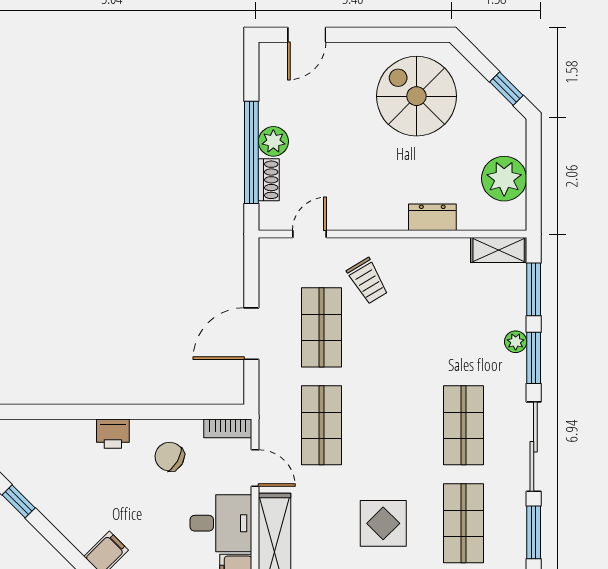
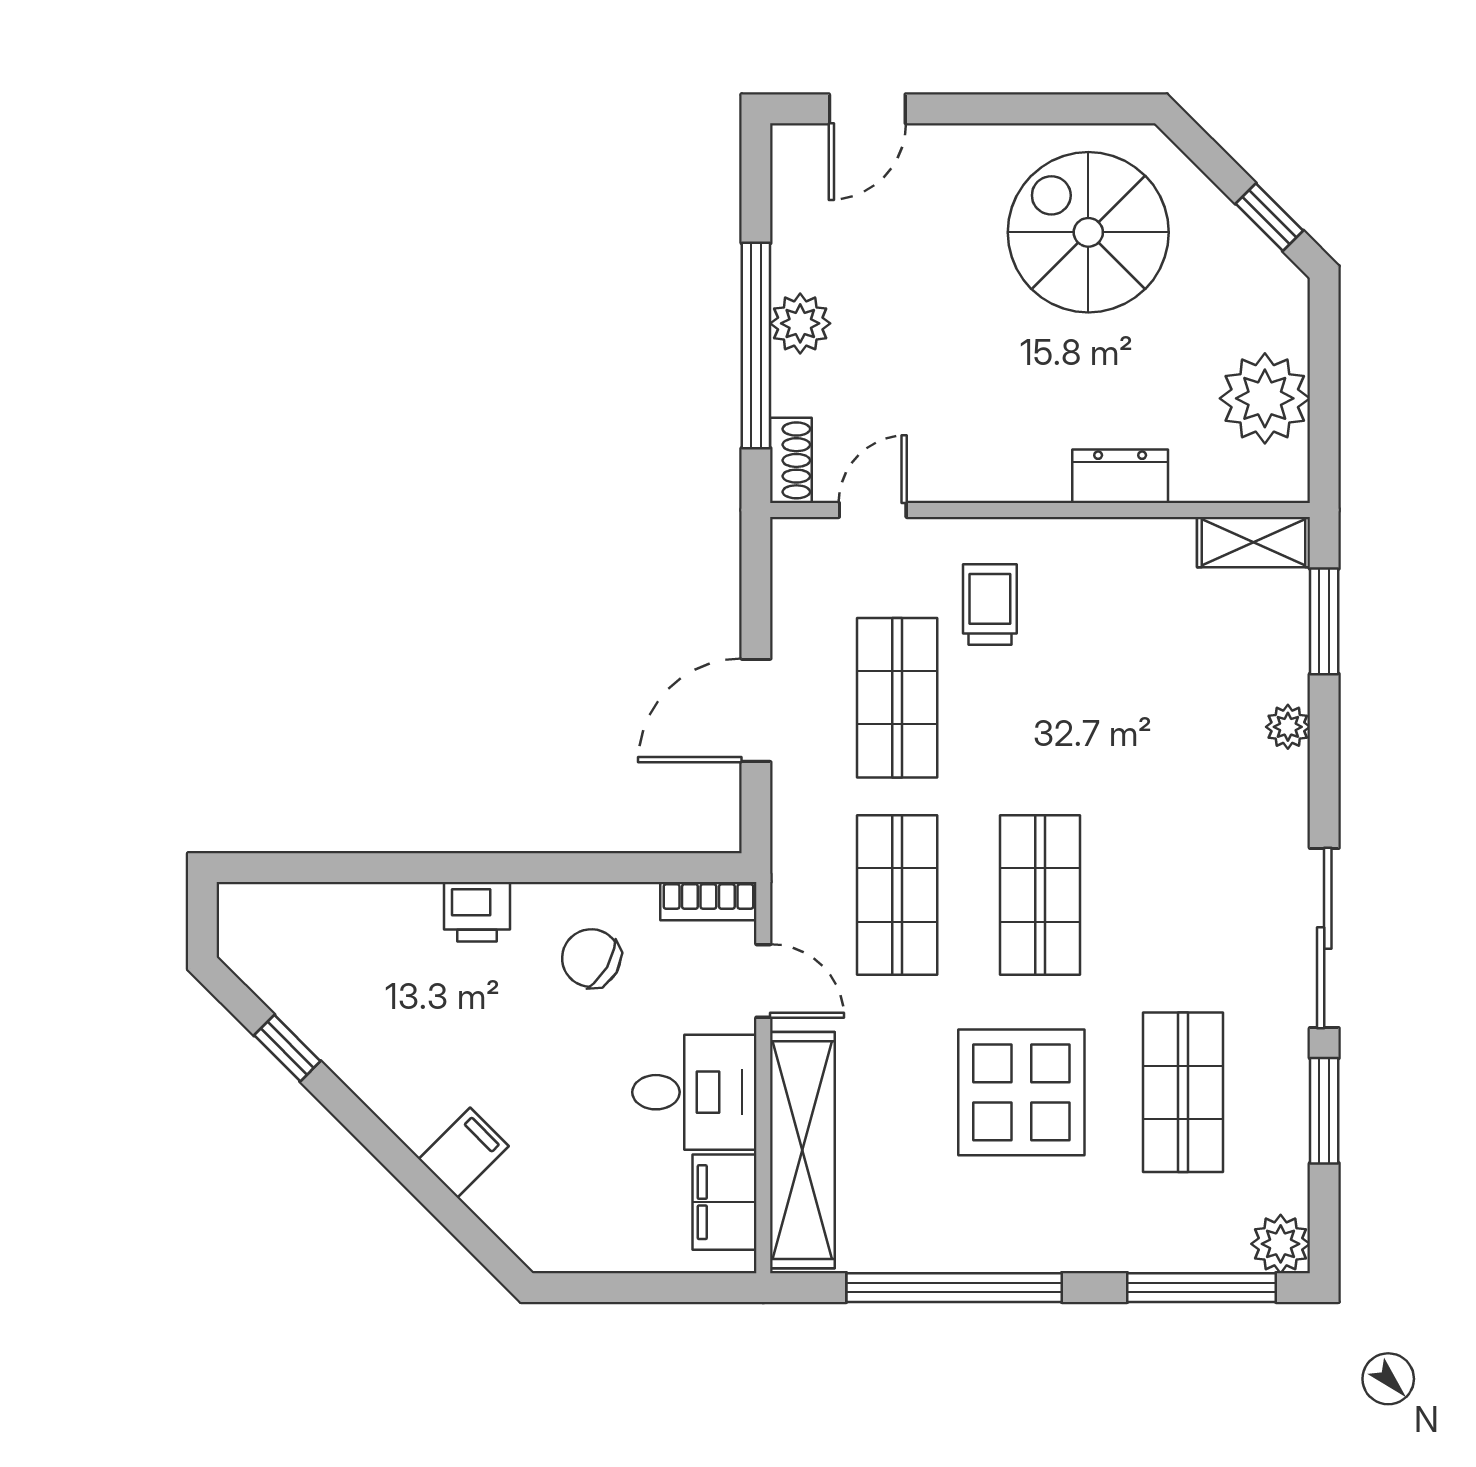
shoe rack: (269, 180) -> (791, 460), moved
trolley: (368, 281) -> (990, 605), turned -149
window: (534, 358) -> (1324, 759), removed
shop shelf: (464, 425) -> (1040, 895), moved
display table: (383, 523) -> (1021, 1092), width x1.36, depth x1.36

